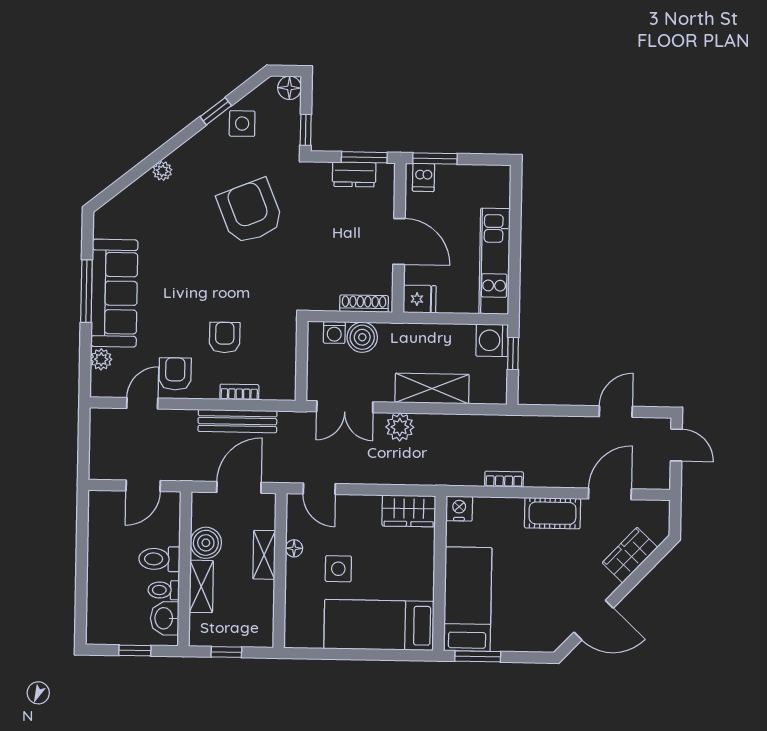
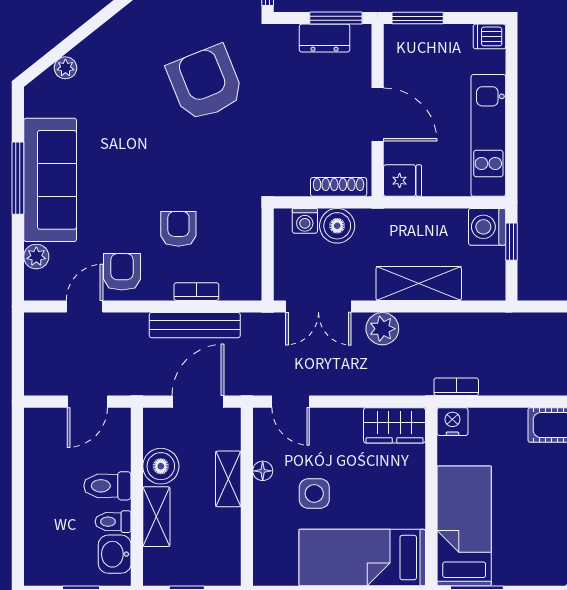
plant: (162, 171) -> (65, 68), moved
dishwasher: (423, 177) -> (489, 36), moved, turned 90
bookcase: (504, 479) -> (456, 387), moved

